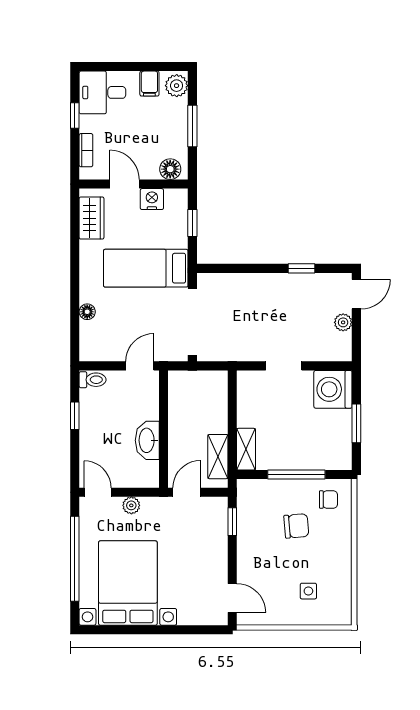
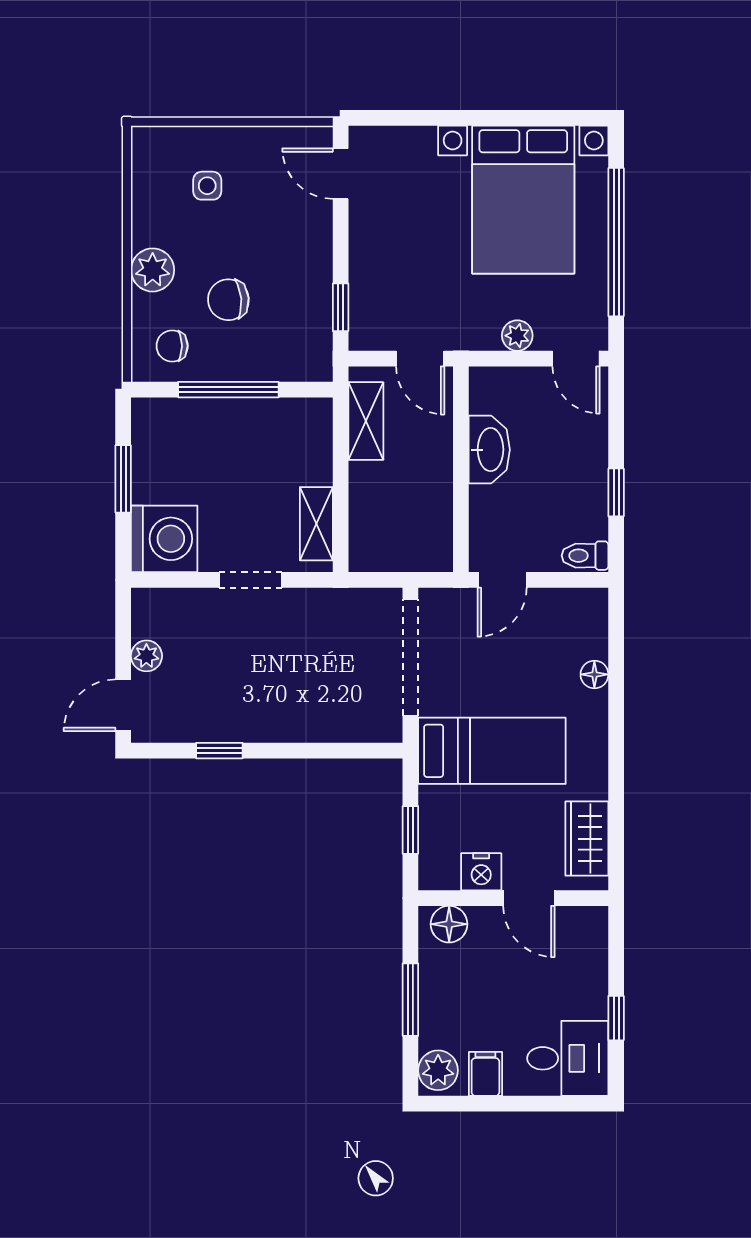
bookcase: (86, 150) -> (597, 957), removed
shelving: (246, 449) -> (316, 524), moved
door: (187, 492) -> (420, 359), hinge flipped
plant: (340, 543) -> (153, 270), added

